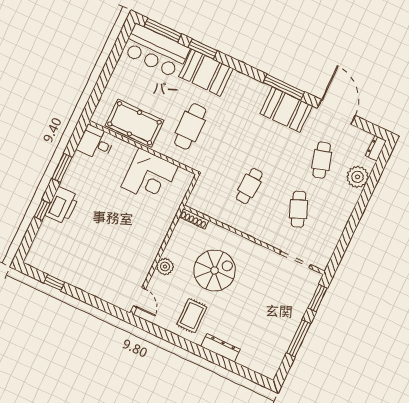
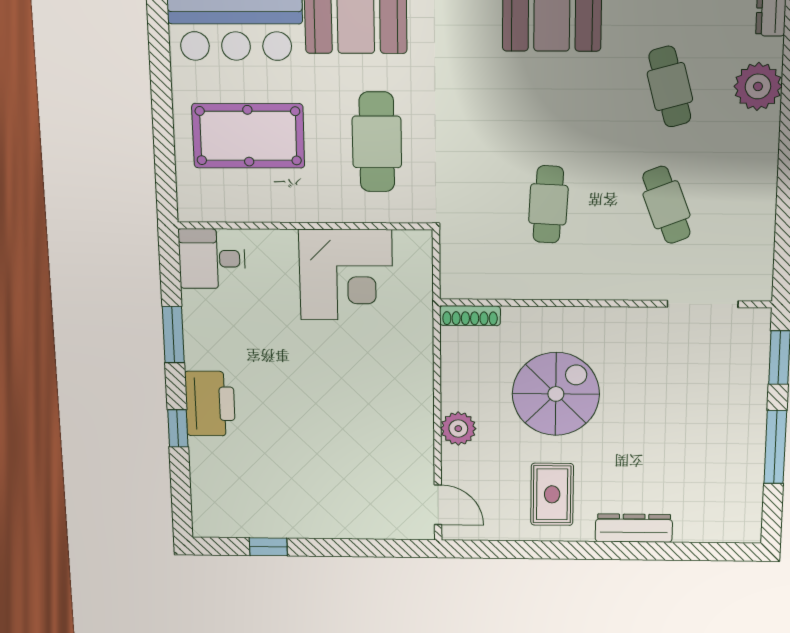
pool table: (134, 123) -> (248, 136), moved

